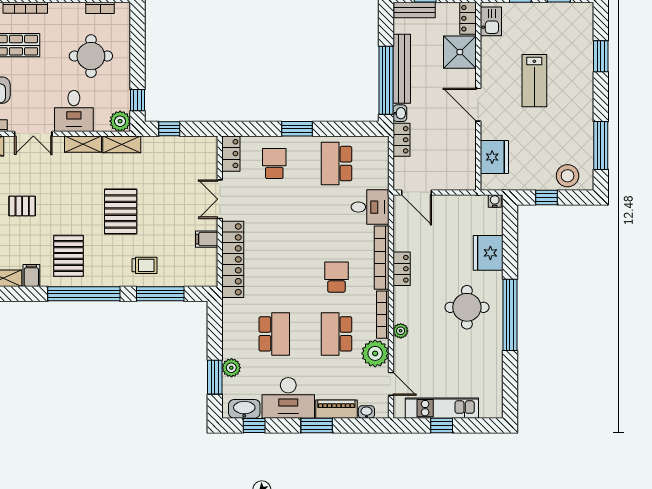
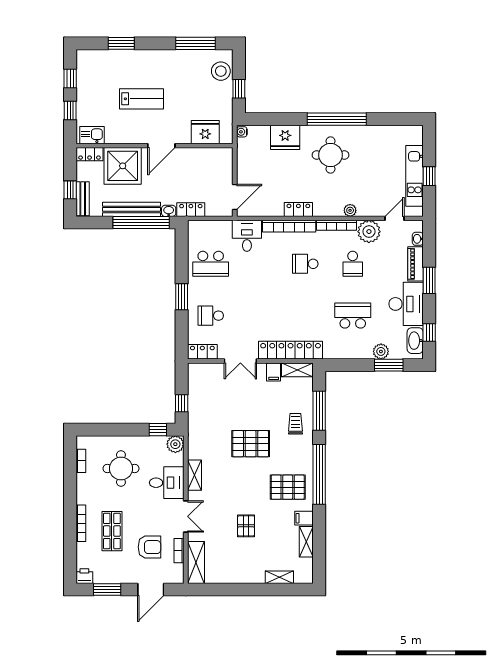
shower: (460, 52) -> (123, 166), width x1.37, depth x1.37
shelving: (122, 144) -> (297, 370), moved, turned 90
school desk: (336, 334) -> (353, 264), width x0.54

